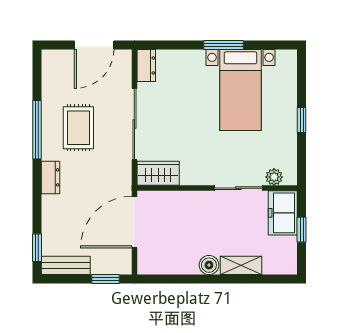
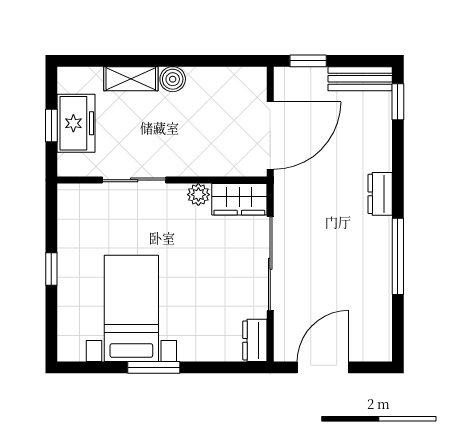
rug: (78, 128) -> (344, 259), removed
plant: (274, 177) -> (198, 195), moved
freezer: (283, 213) -> (76, 123), moved

